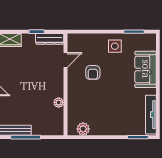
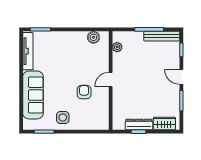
dresser: (50, 39) -> (139, 125), moved
door: (66, 60) -> (111, 79), moved
sofa: (146, 69) -> (33, 95), width x1.36
plant: (59, 102) -> (117, 47), moved

